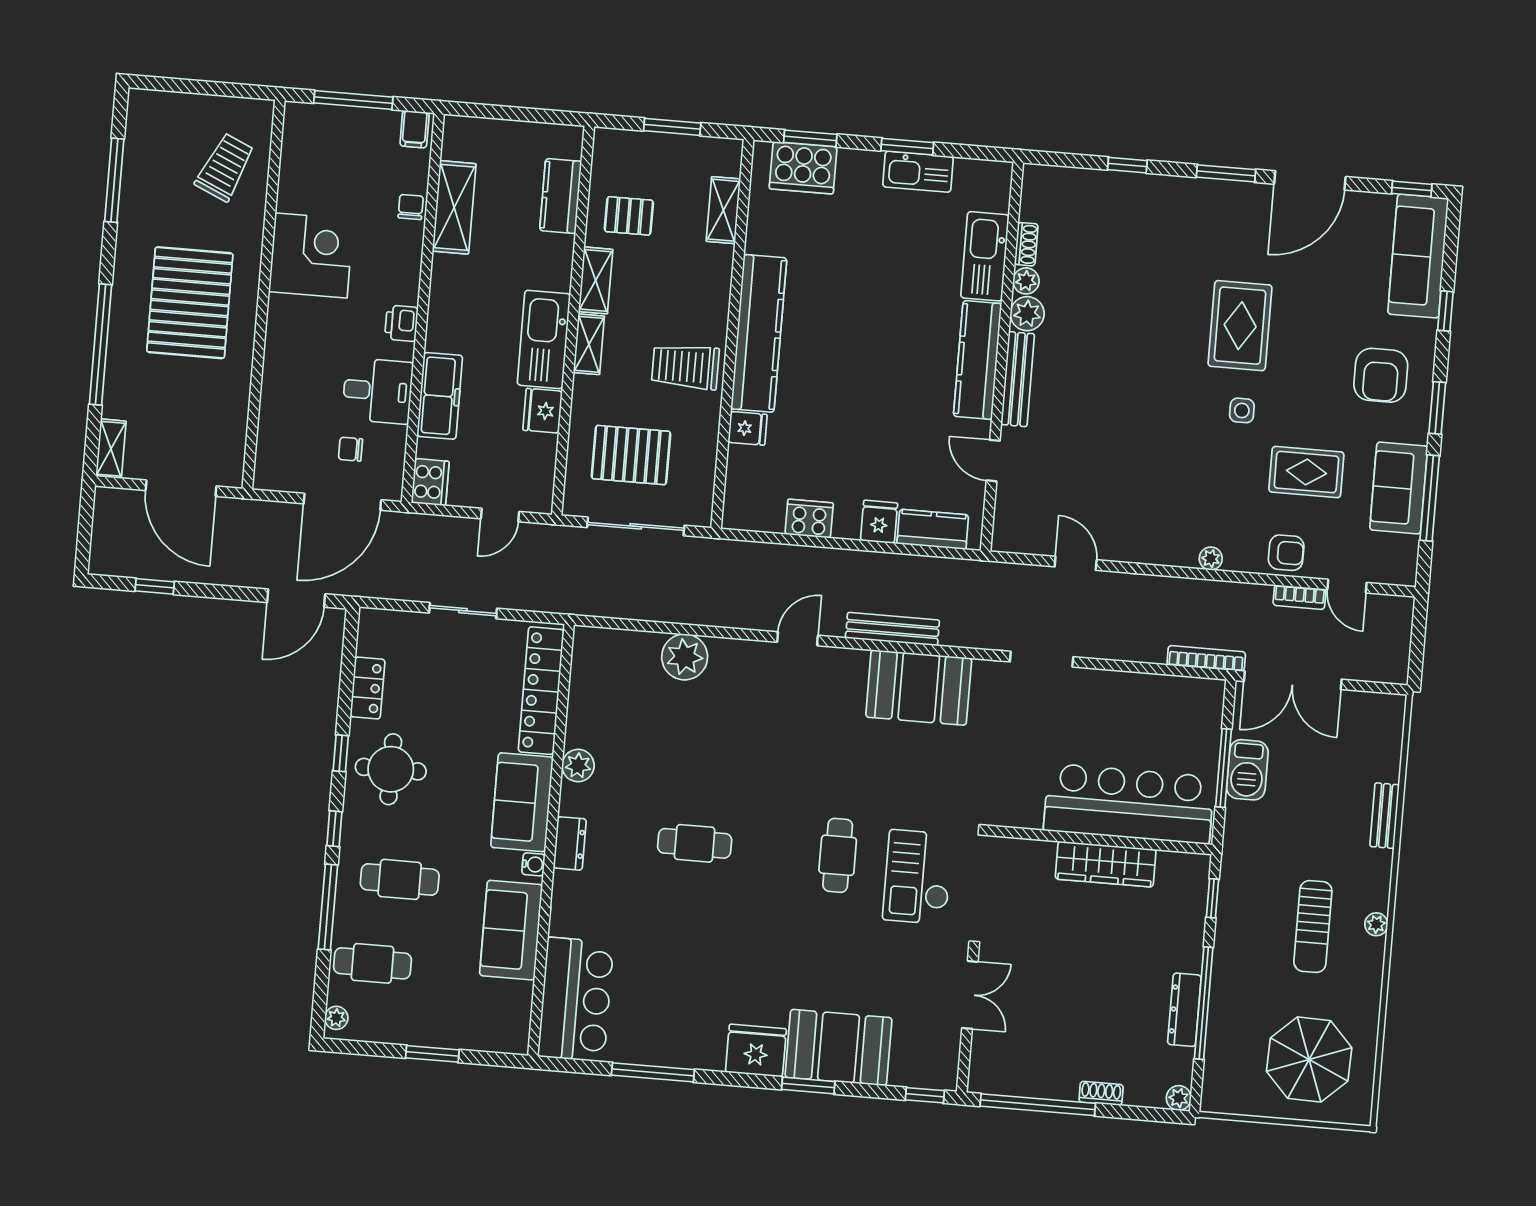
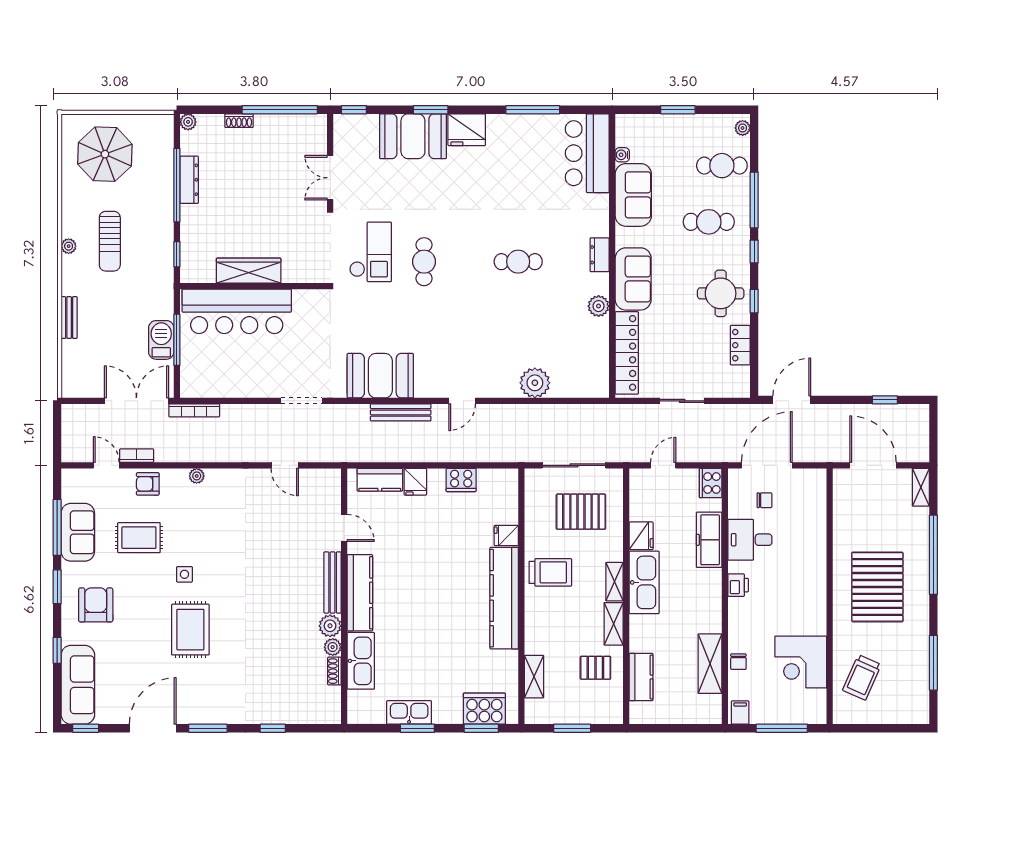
corner desk: (311, 255) -> (801, 662), moved
water cooler: (533, 864) -> (622, 155), moved
sun lounger: (1313, 927) -> (110, 241), turned 180

